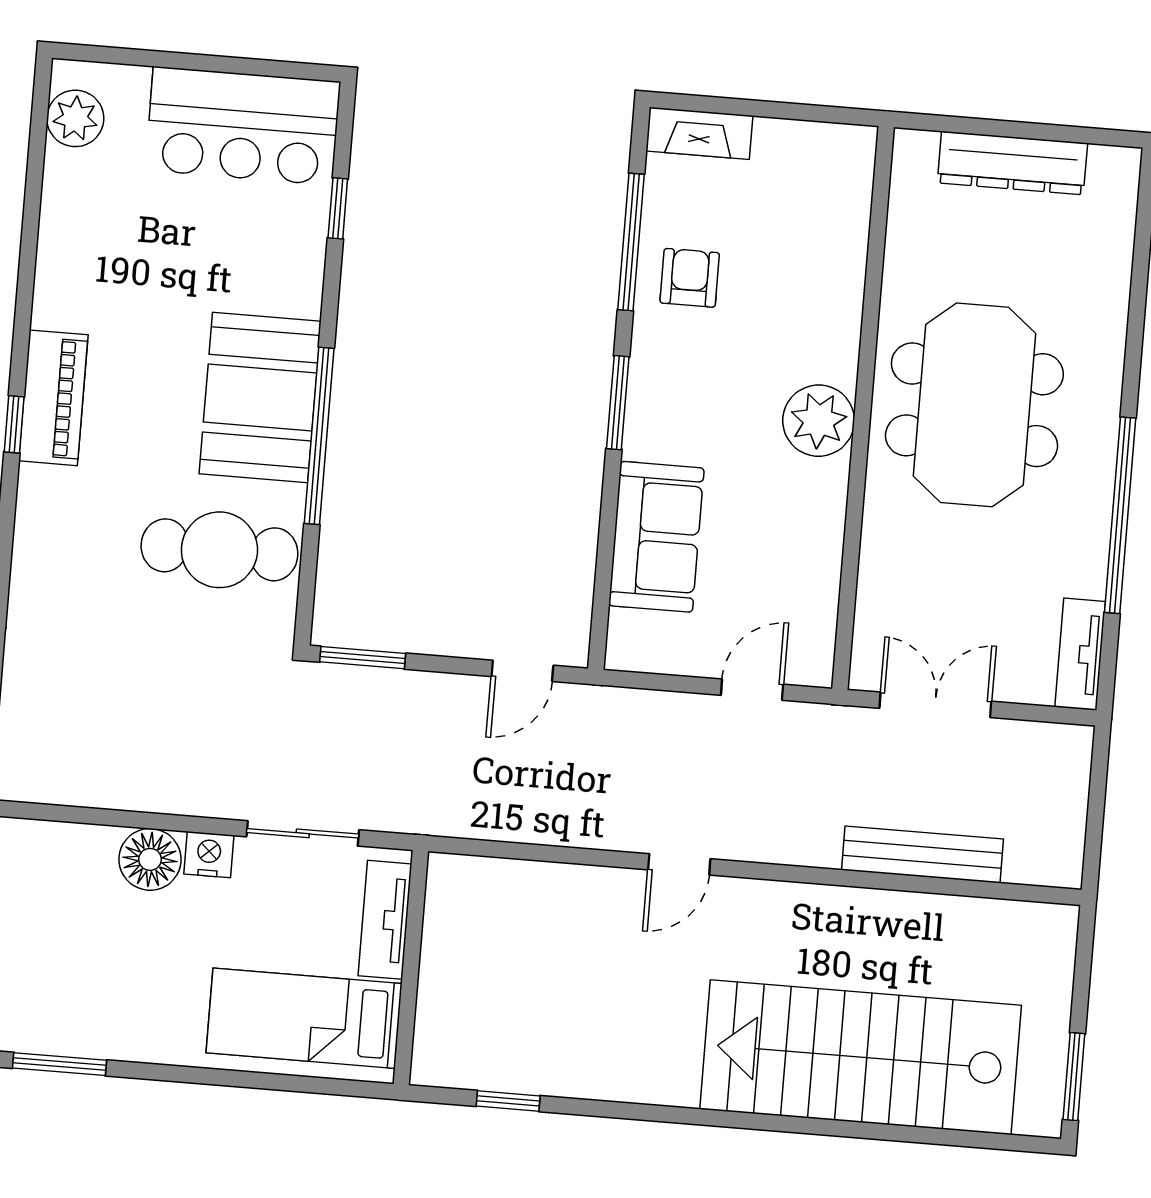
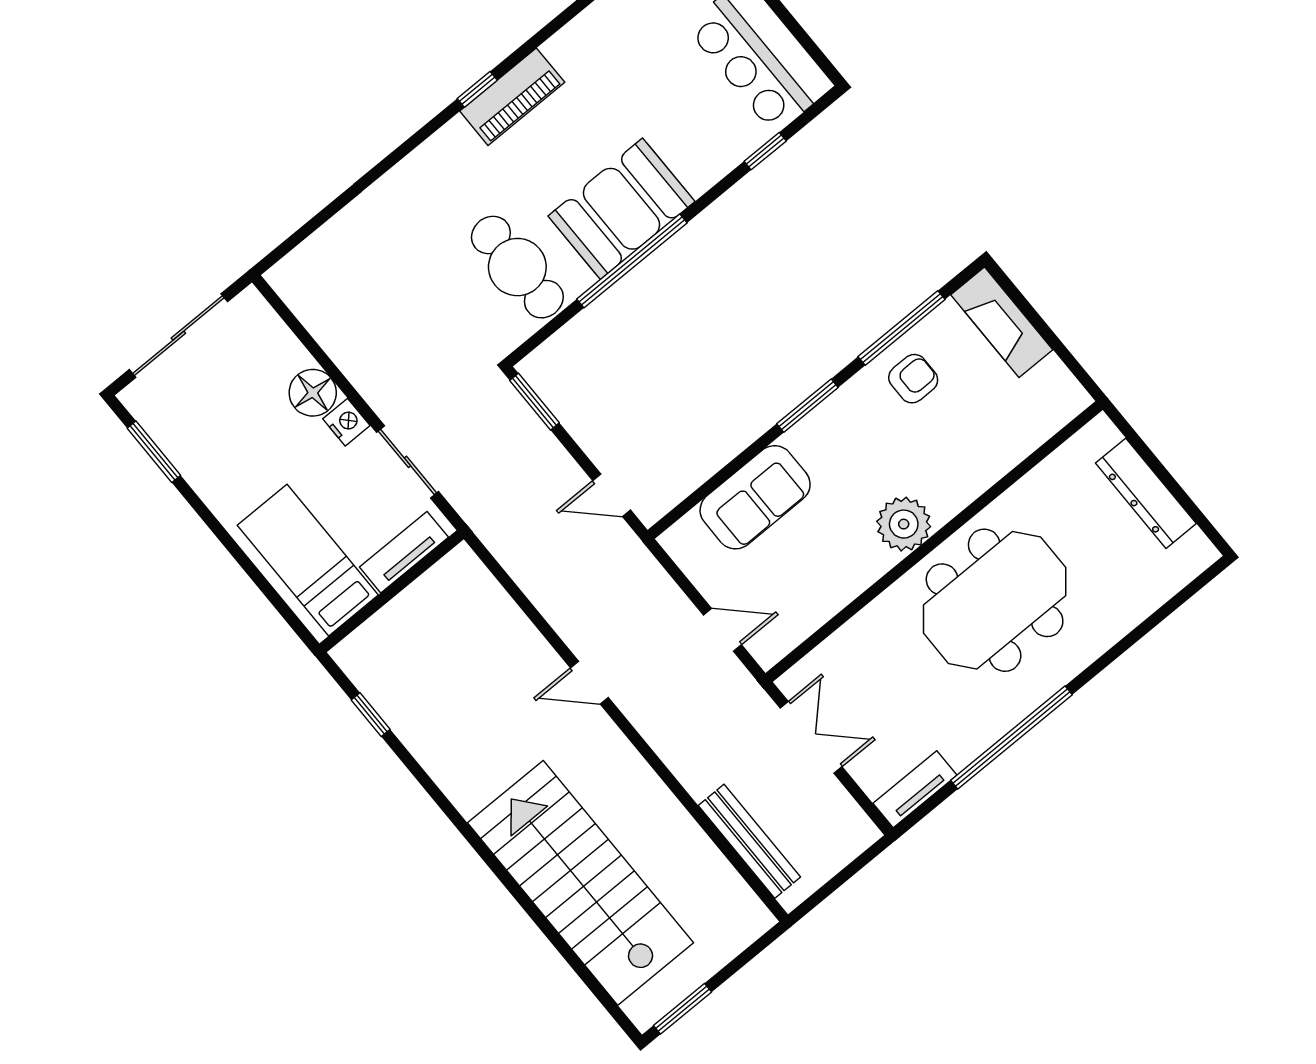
fireplace: (699, 133) -> (1002, 322), width x1.37, depth x1.32
bench: (922, 854) -> (749, 841), moved

